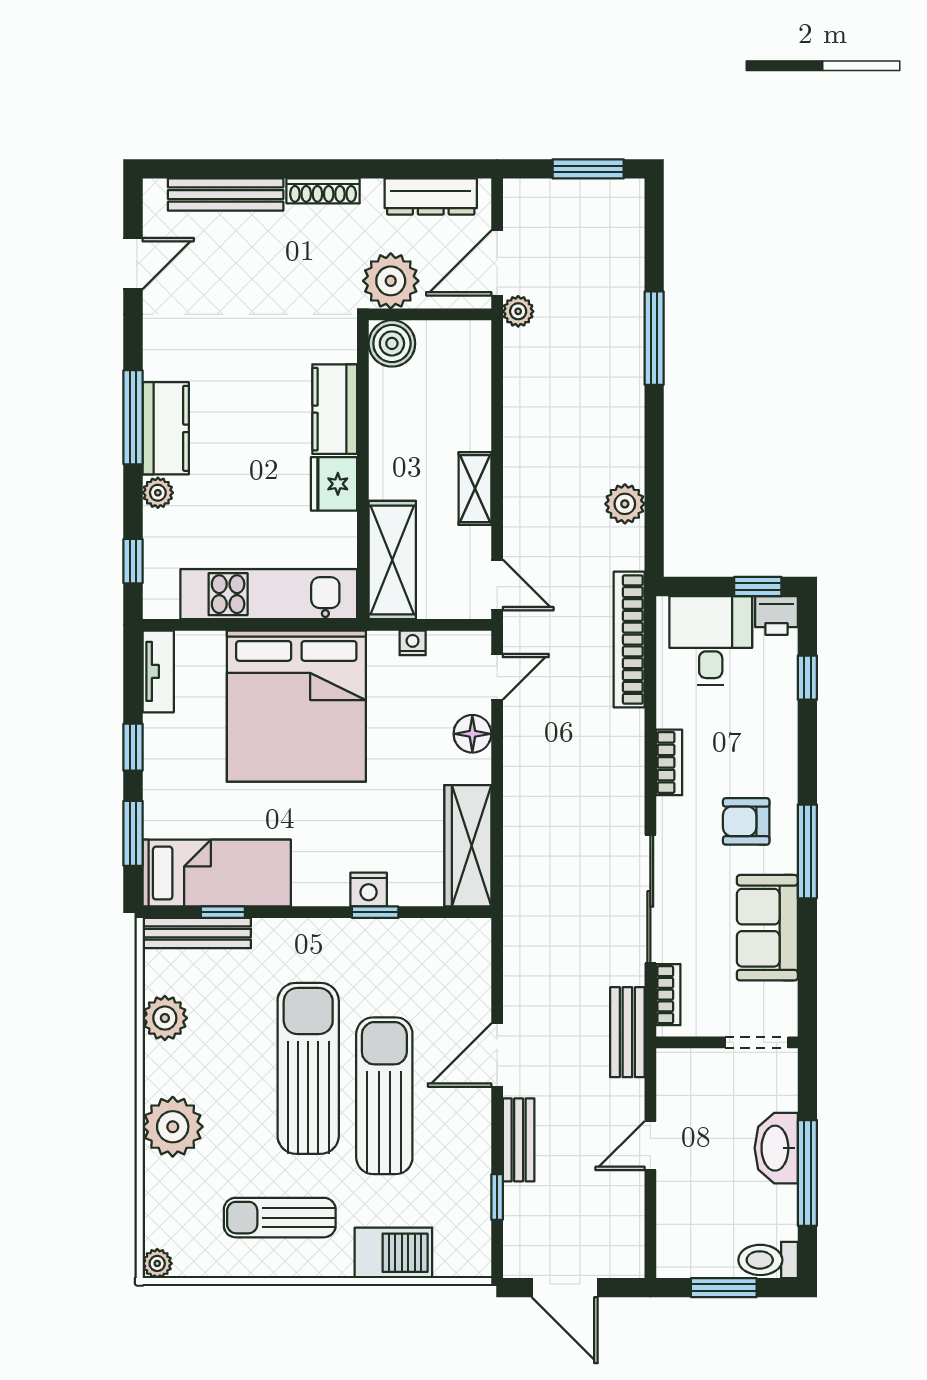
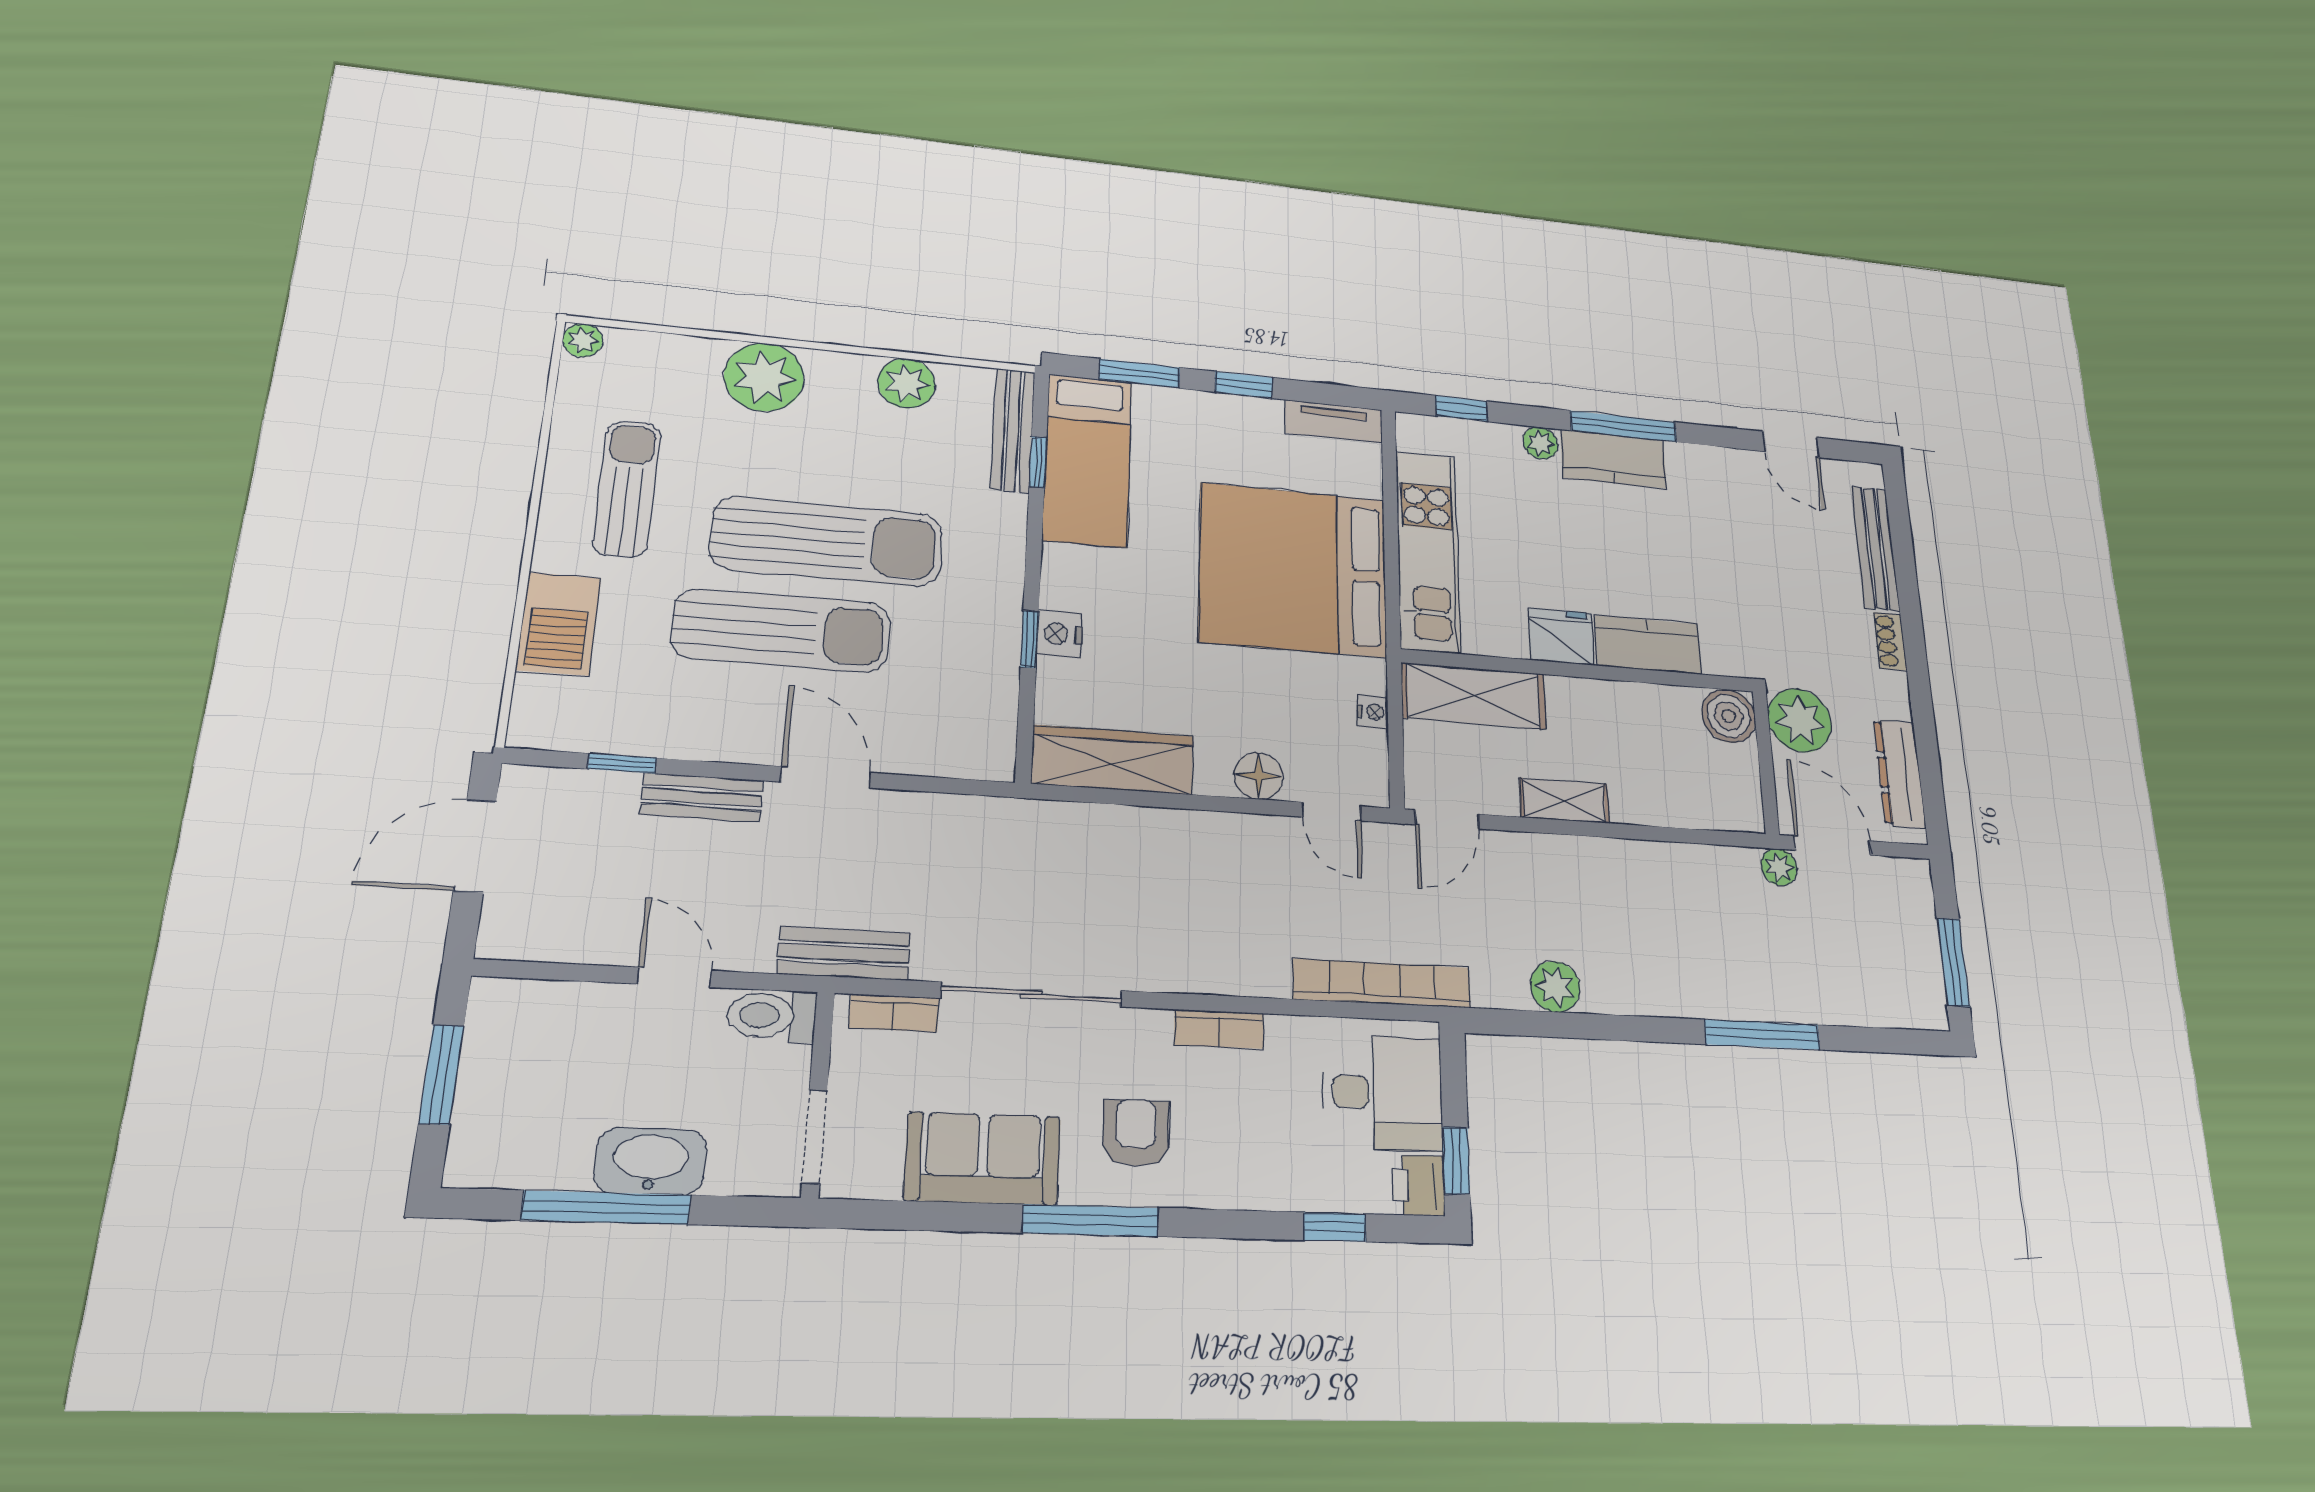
shoe rack: (323, 191) -> (1890, 641), width x0.70
toilet: (768, 1260) -> (772, 1016), moved, turned -90

